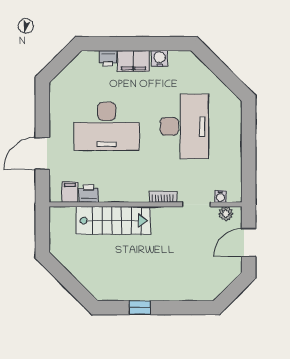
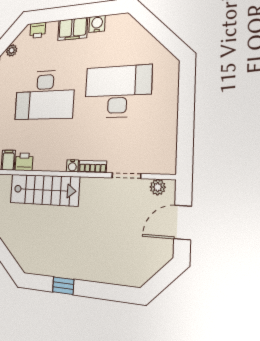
printer: (108, 58) -> (38, 30), moved
plant: (64, 77) -> (12, 50), added
desk: (184, 126) -> (118, 92), turned -90
water cooler: (220, 197) -> (72, 166), moved

